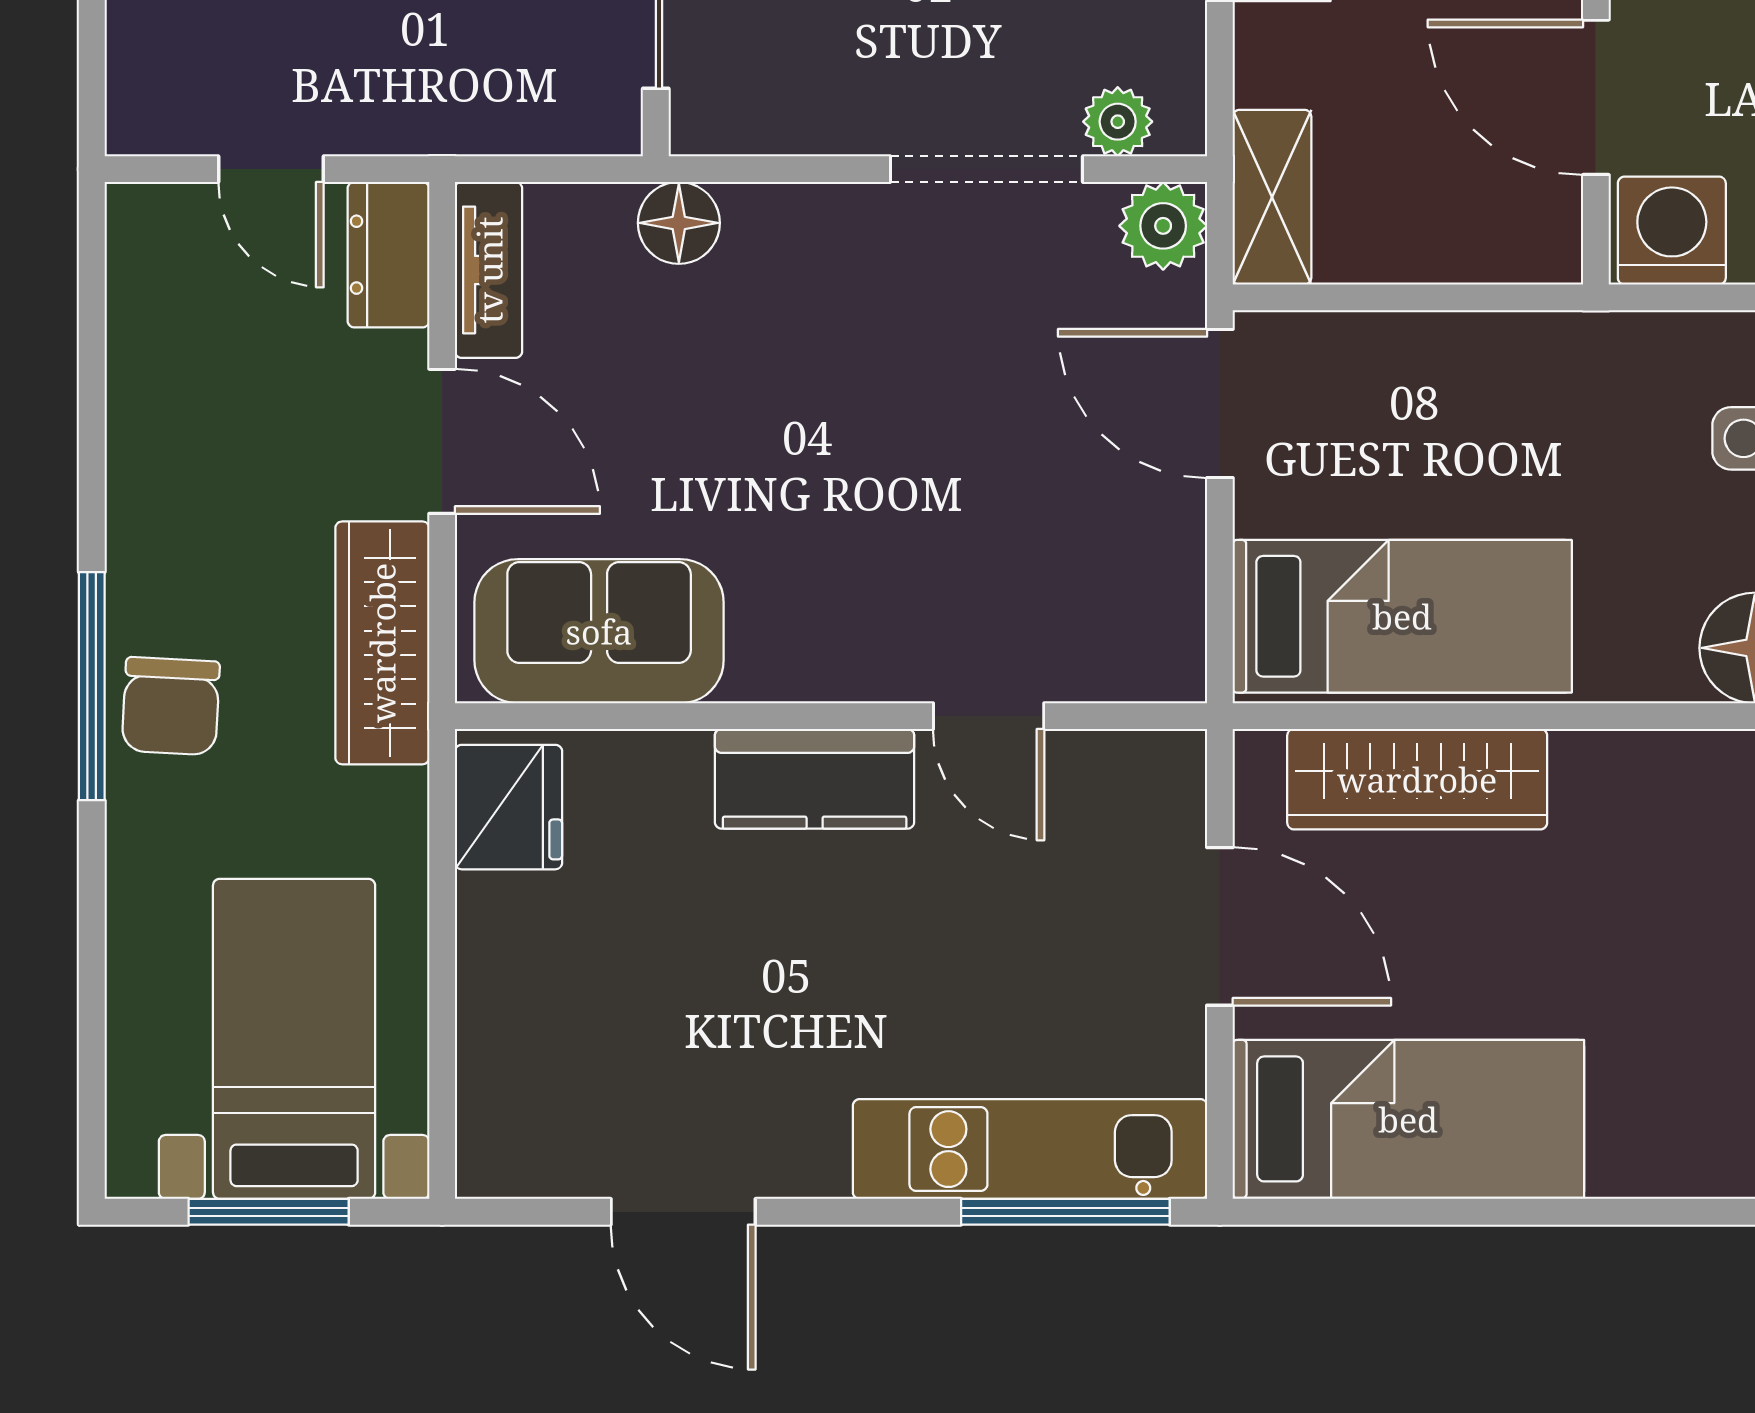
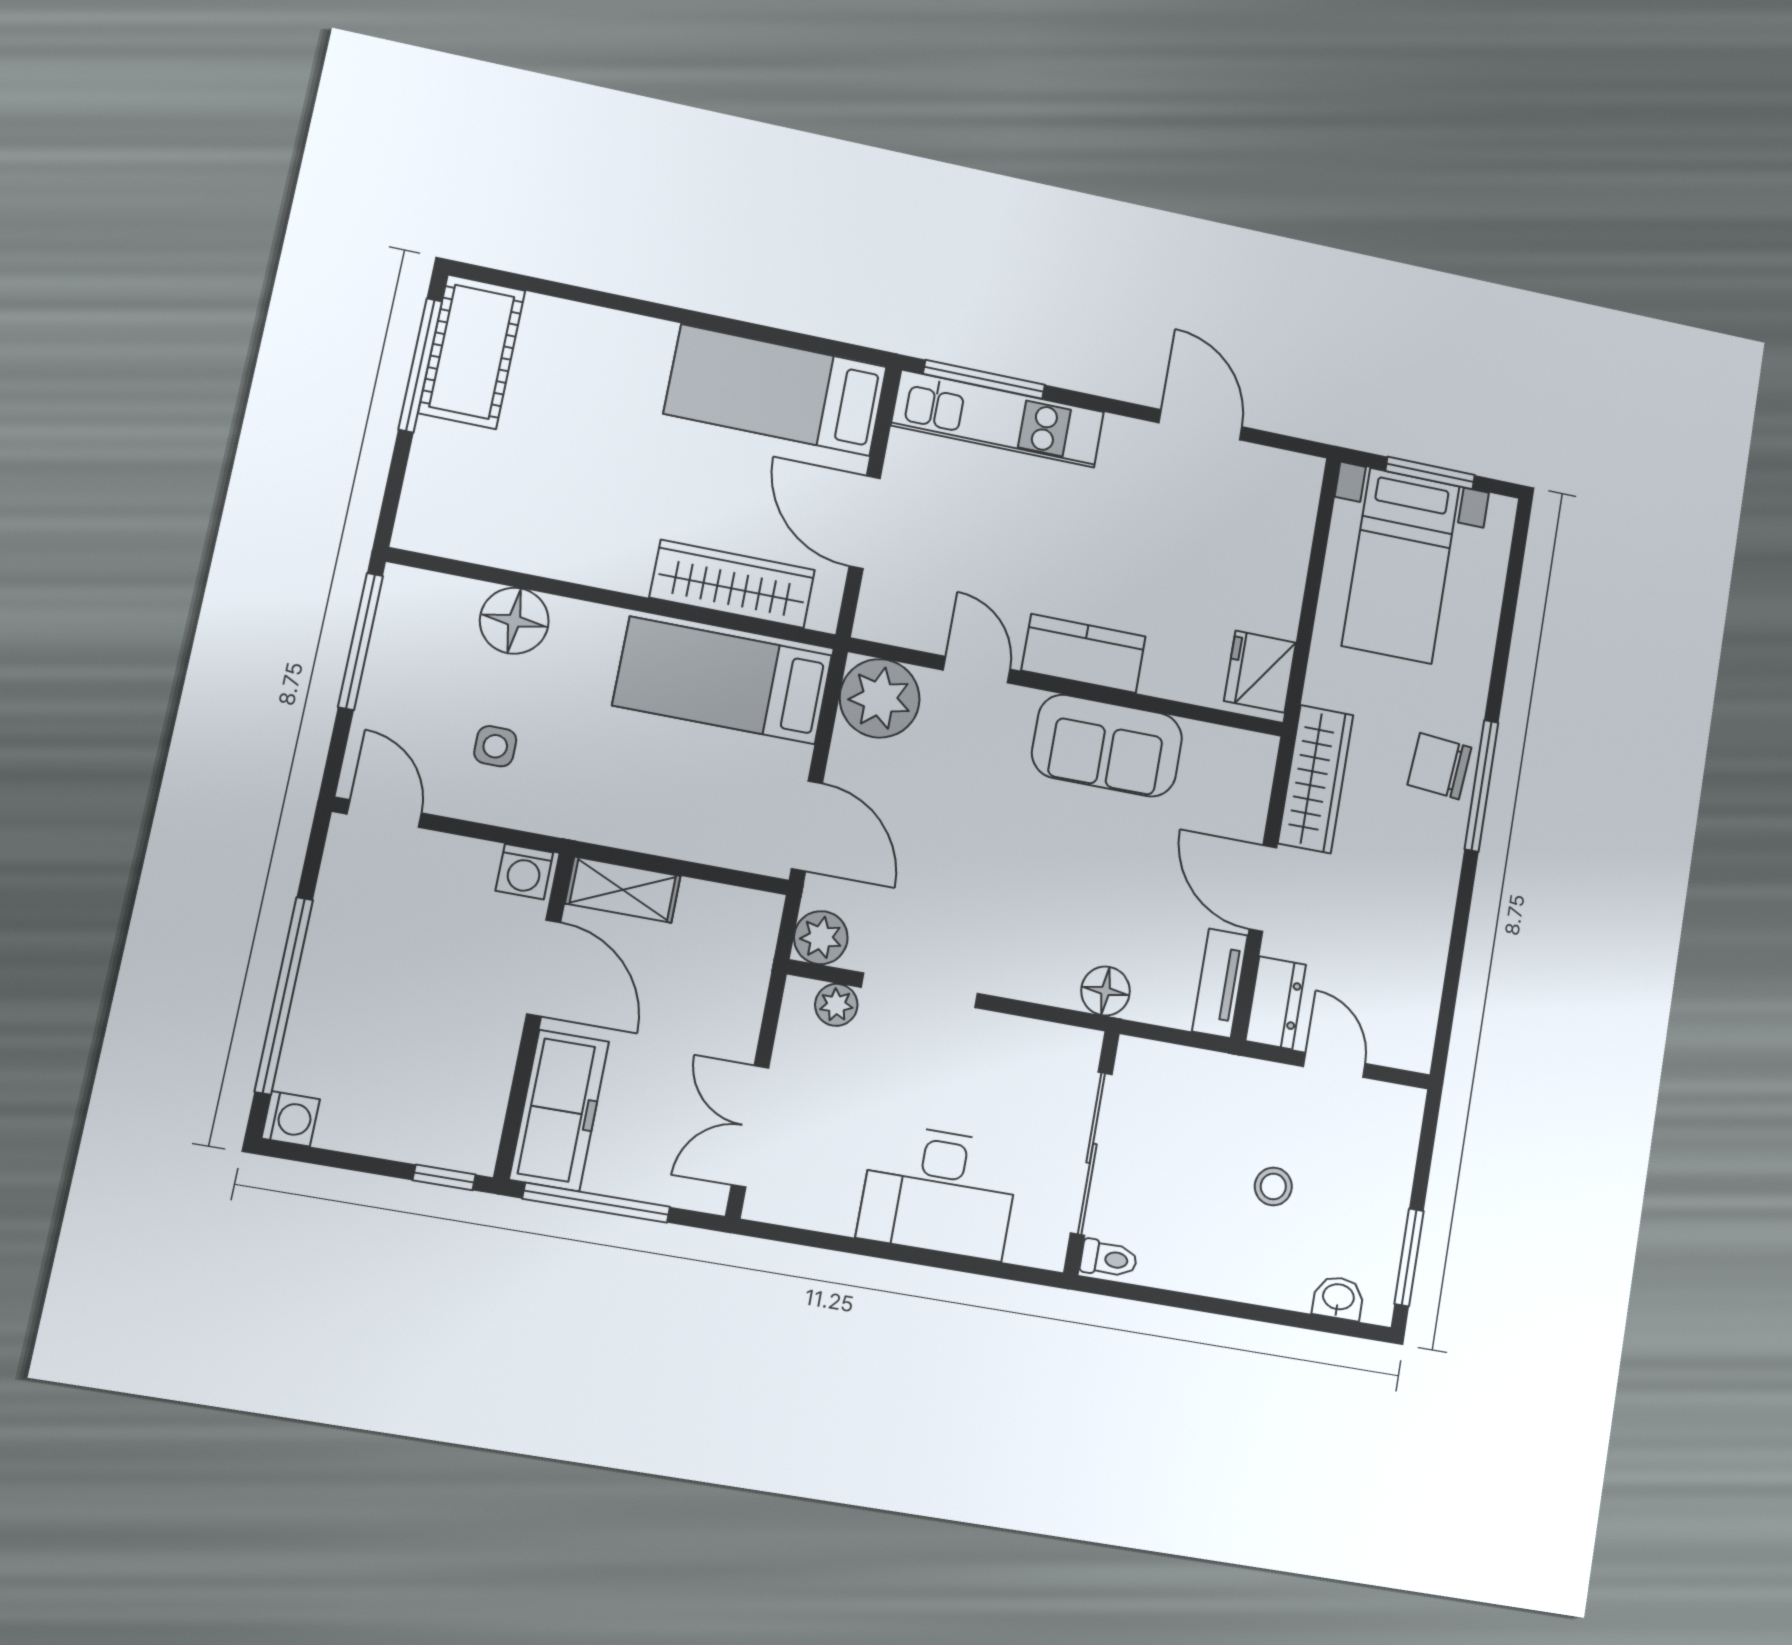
shelving: (1272, 197) -> (623, 890), moved, turned 90
washing machine: (1672, 231) -> (524, 872), width x0.73, depth x0.73
sofa: (599, 631) -> (1107, 746), moved
plant: (1140, 637) -> (880, 698), added
chair: (171, 706) -> (1439, 766), turned -88

